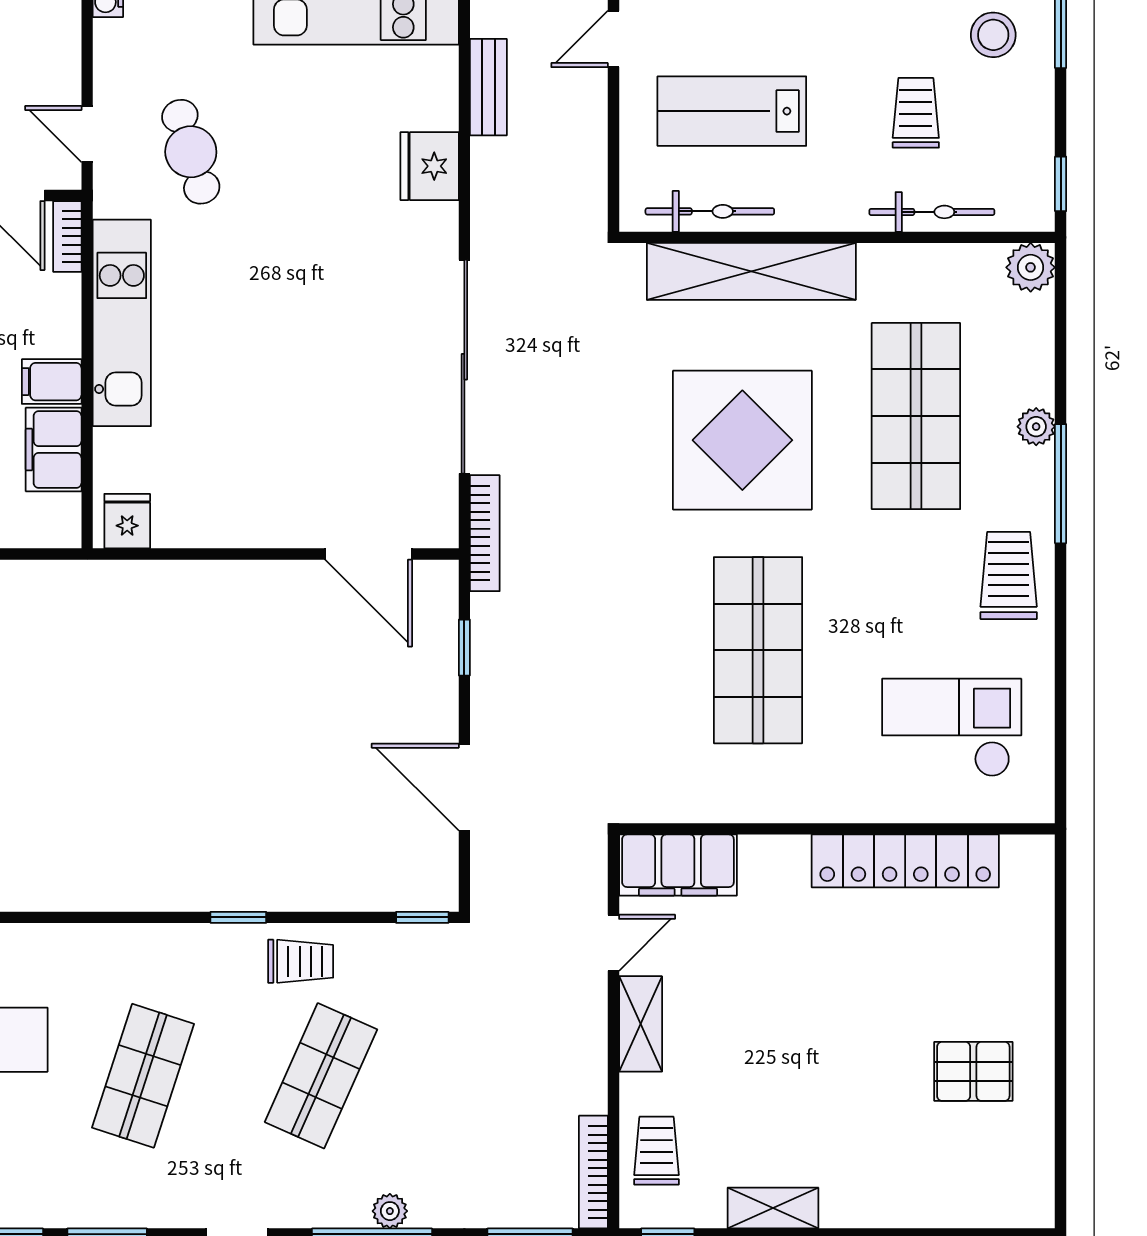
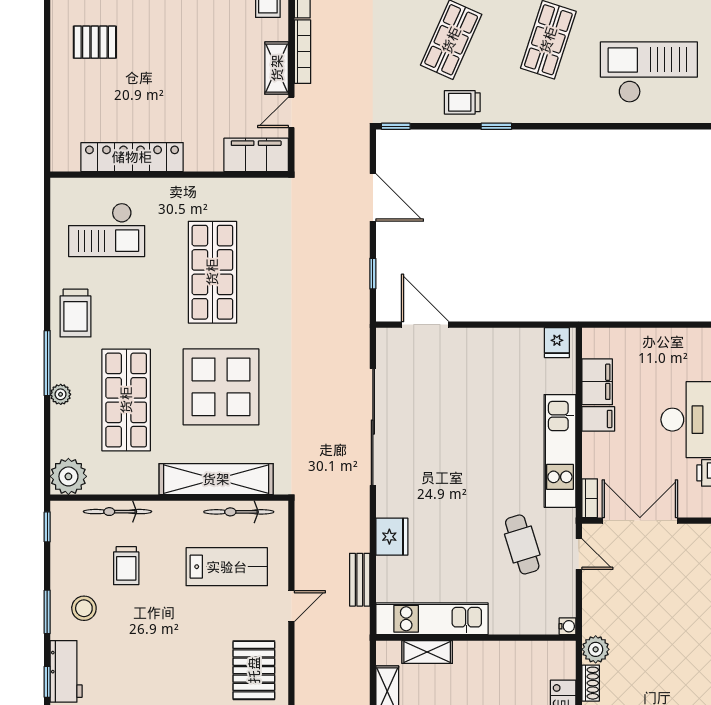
plant: (1031, 267) -> (68, 476), width x1.36, depth x1.36
bookcase: (485, 533) -> (303, 52), moved, turned 180

